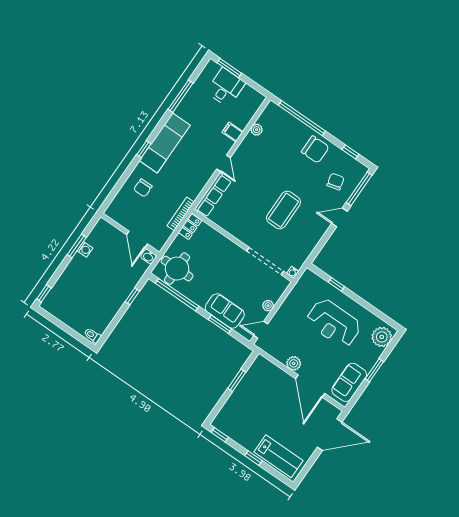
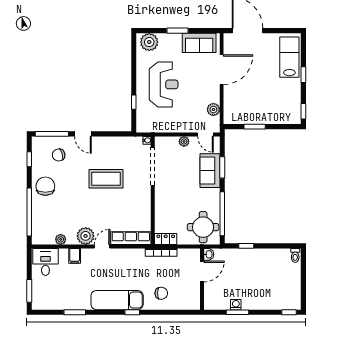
desk: (226, 87) -> (45, 262), moved, turned 90
window: (181, 96) -> (75, 312), width x0.69
plant: (244, 155) -> (86, 236), added
plant: (294, 363) -> (213, 109), moved

